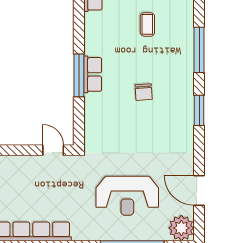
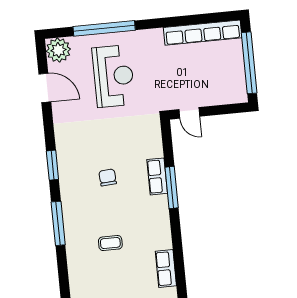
coffee table: (147, 24) -> (110, 243), turned 90
row of seats: (93, 74) -> (157, 176), moved
reception desk: (127, 196) -> (114, 76), turned 90

